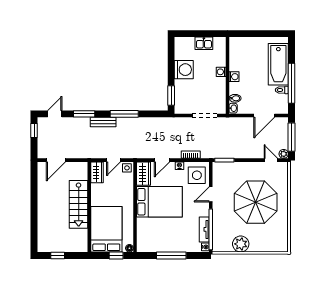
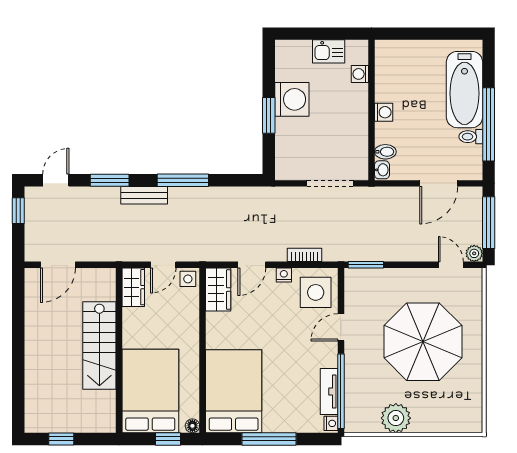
washing machine: (221, 72) -> (360, 74), moved
window: (171, 96) -> (269, 115), moved
bed: (159, 202) -> (234, 391), moved, turned -90

